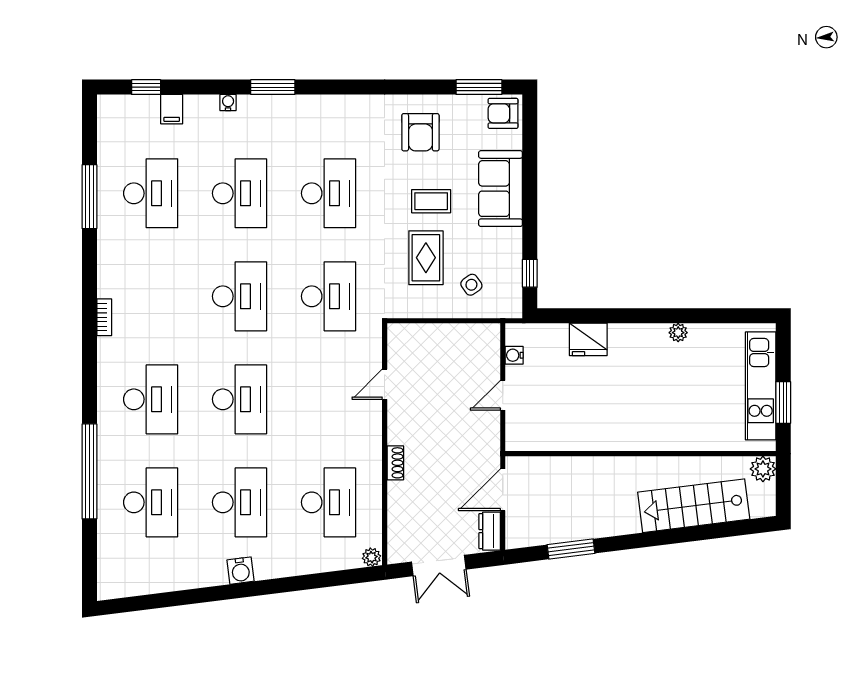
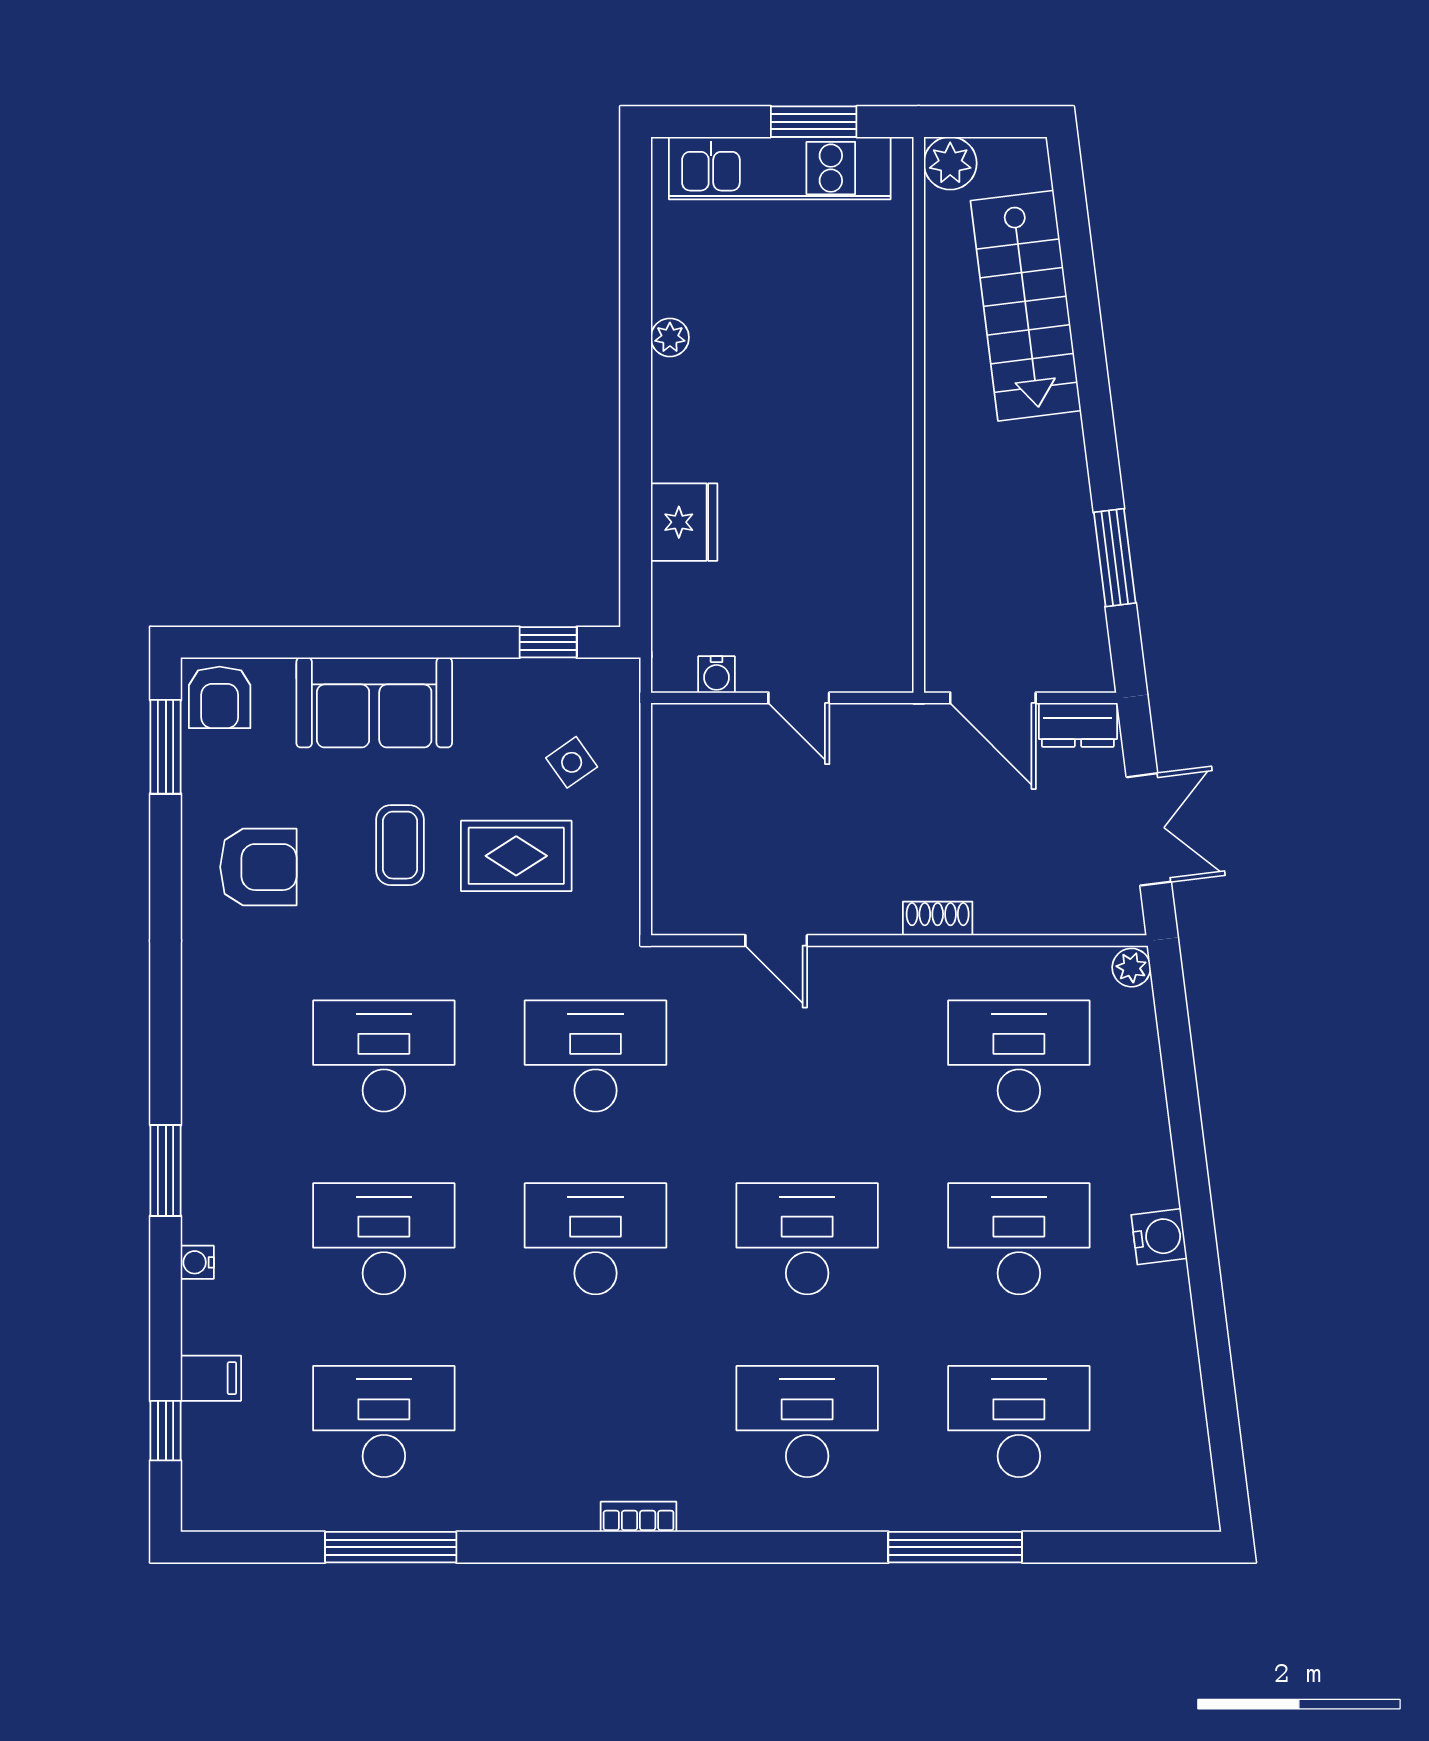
window: (89, 471) -> (955, 1547), width x0.68

